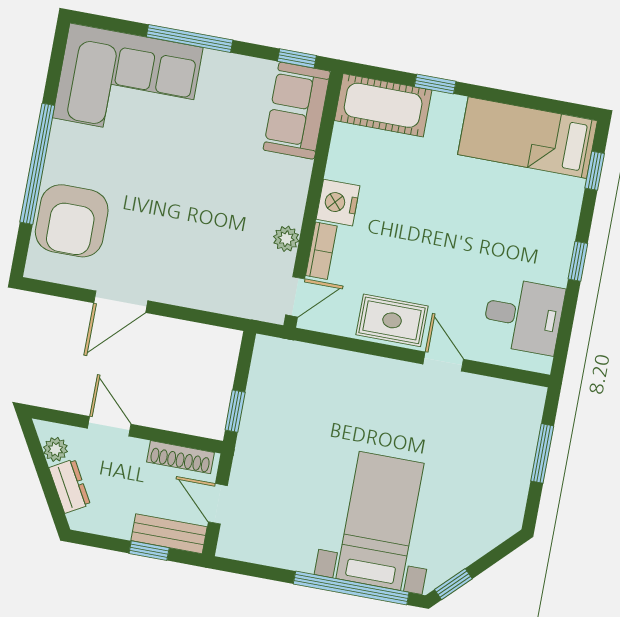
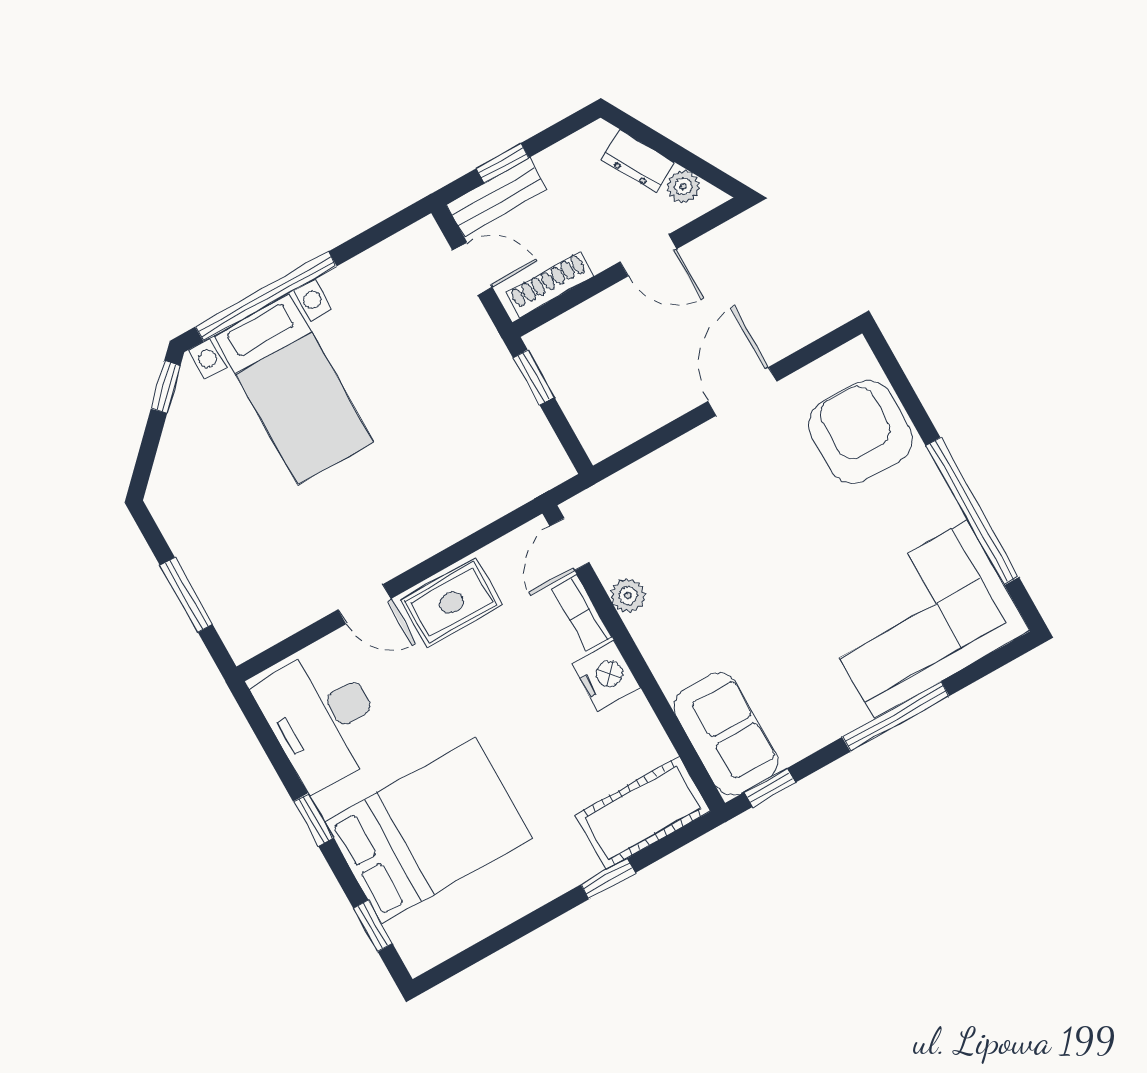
bed: (528, 138) -> (428, 830), moved, width x1.50
window: (37, 164) -> (972, 511), moved
desk: (523, 316) -> (322, 718), width x1.37

